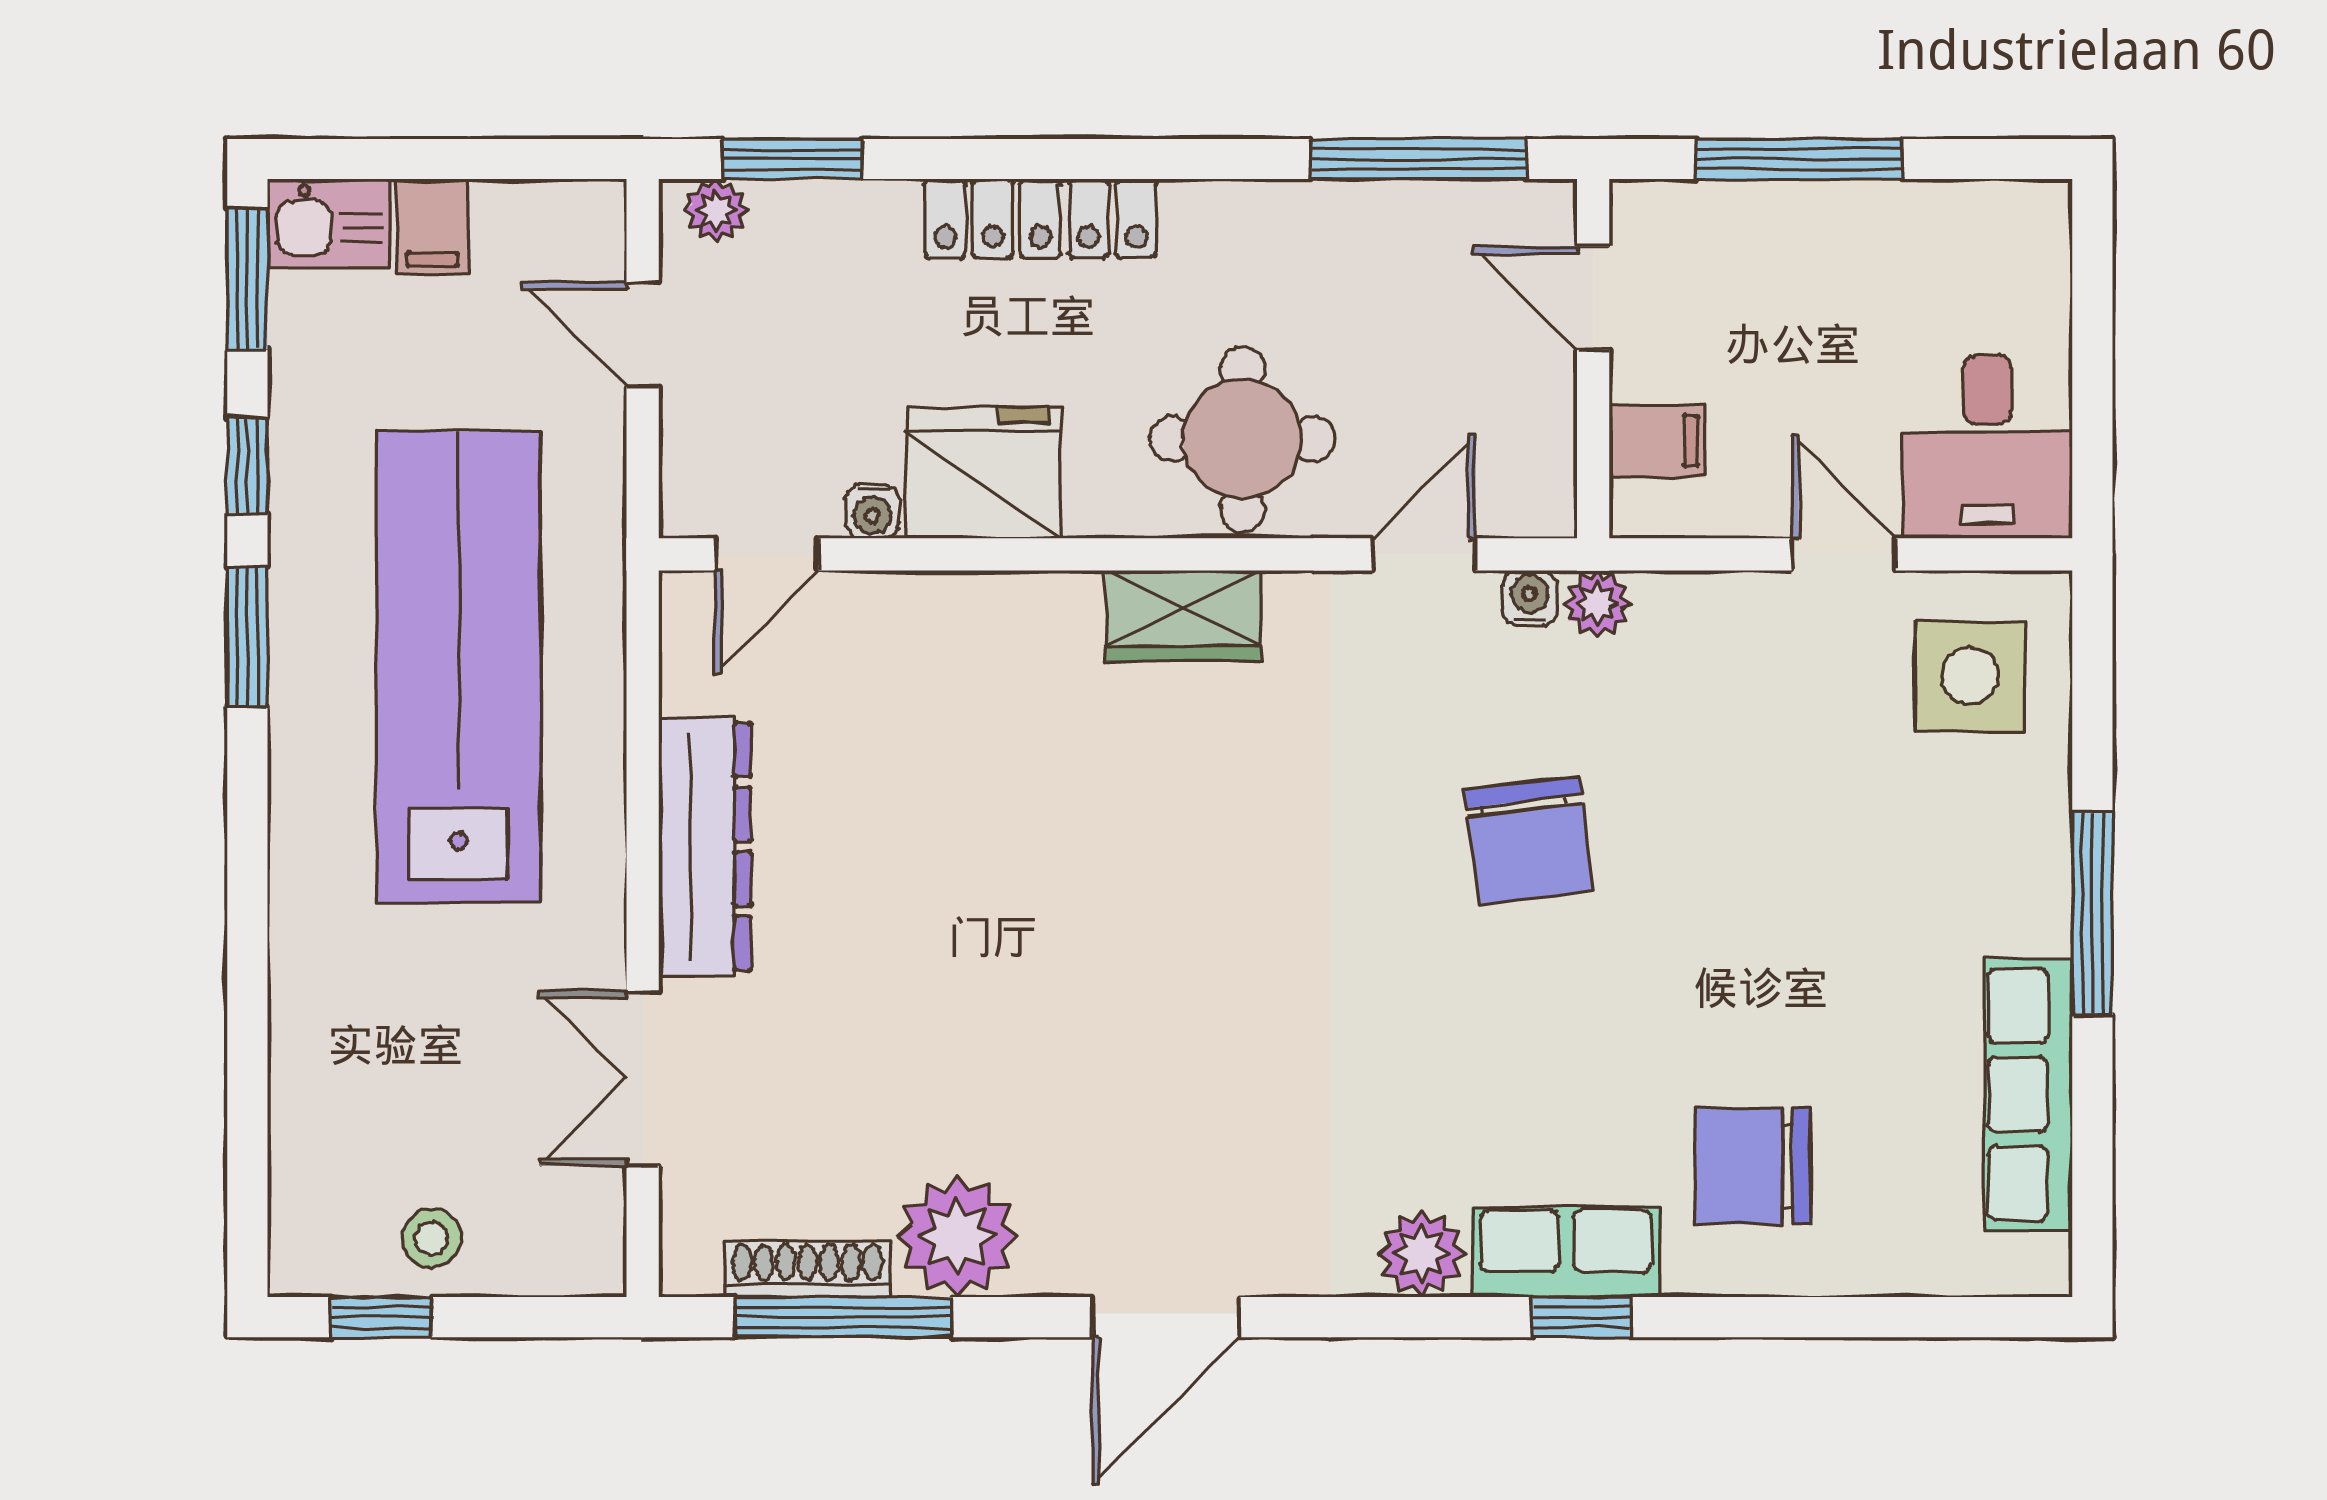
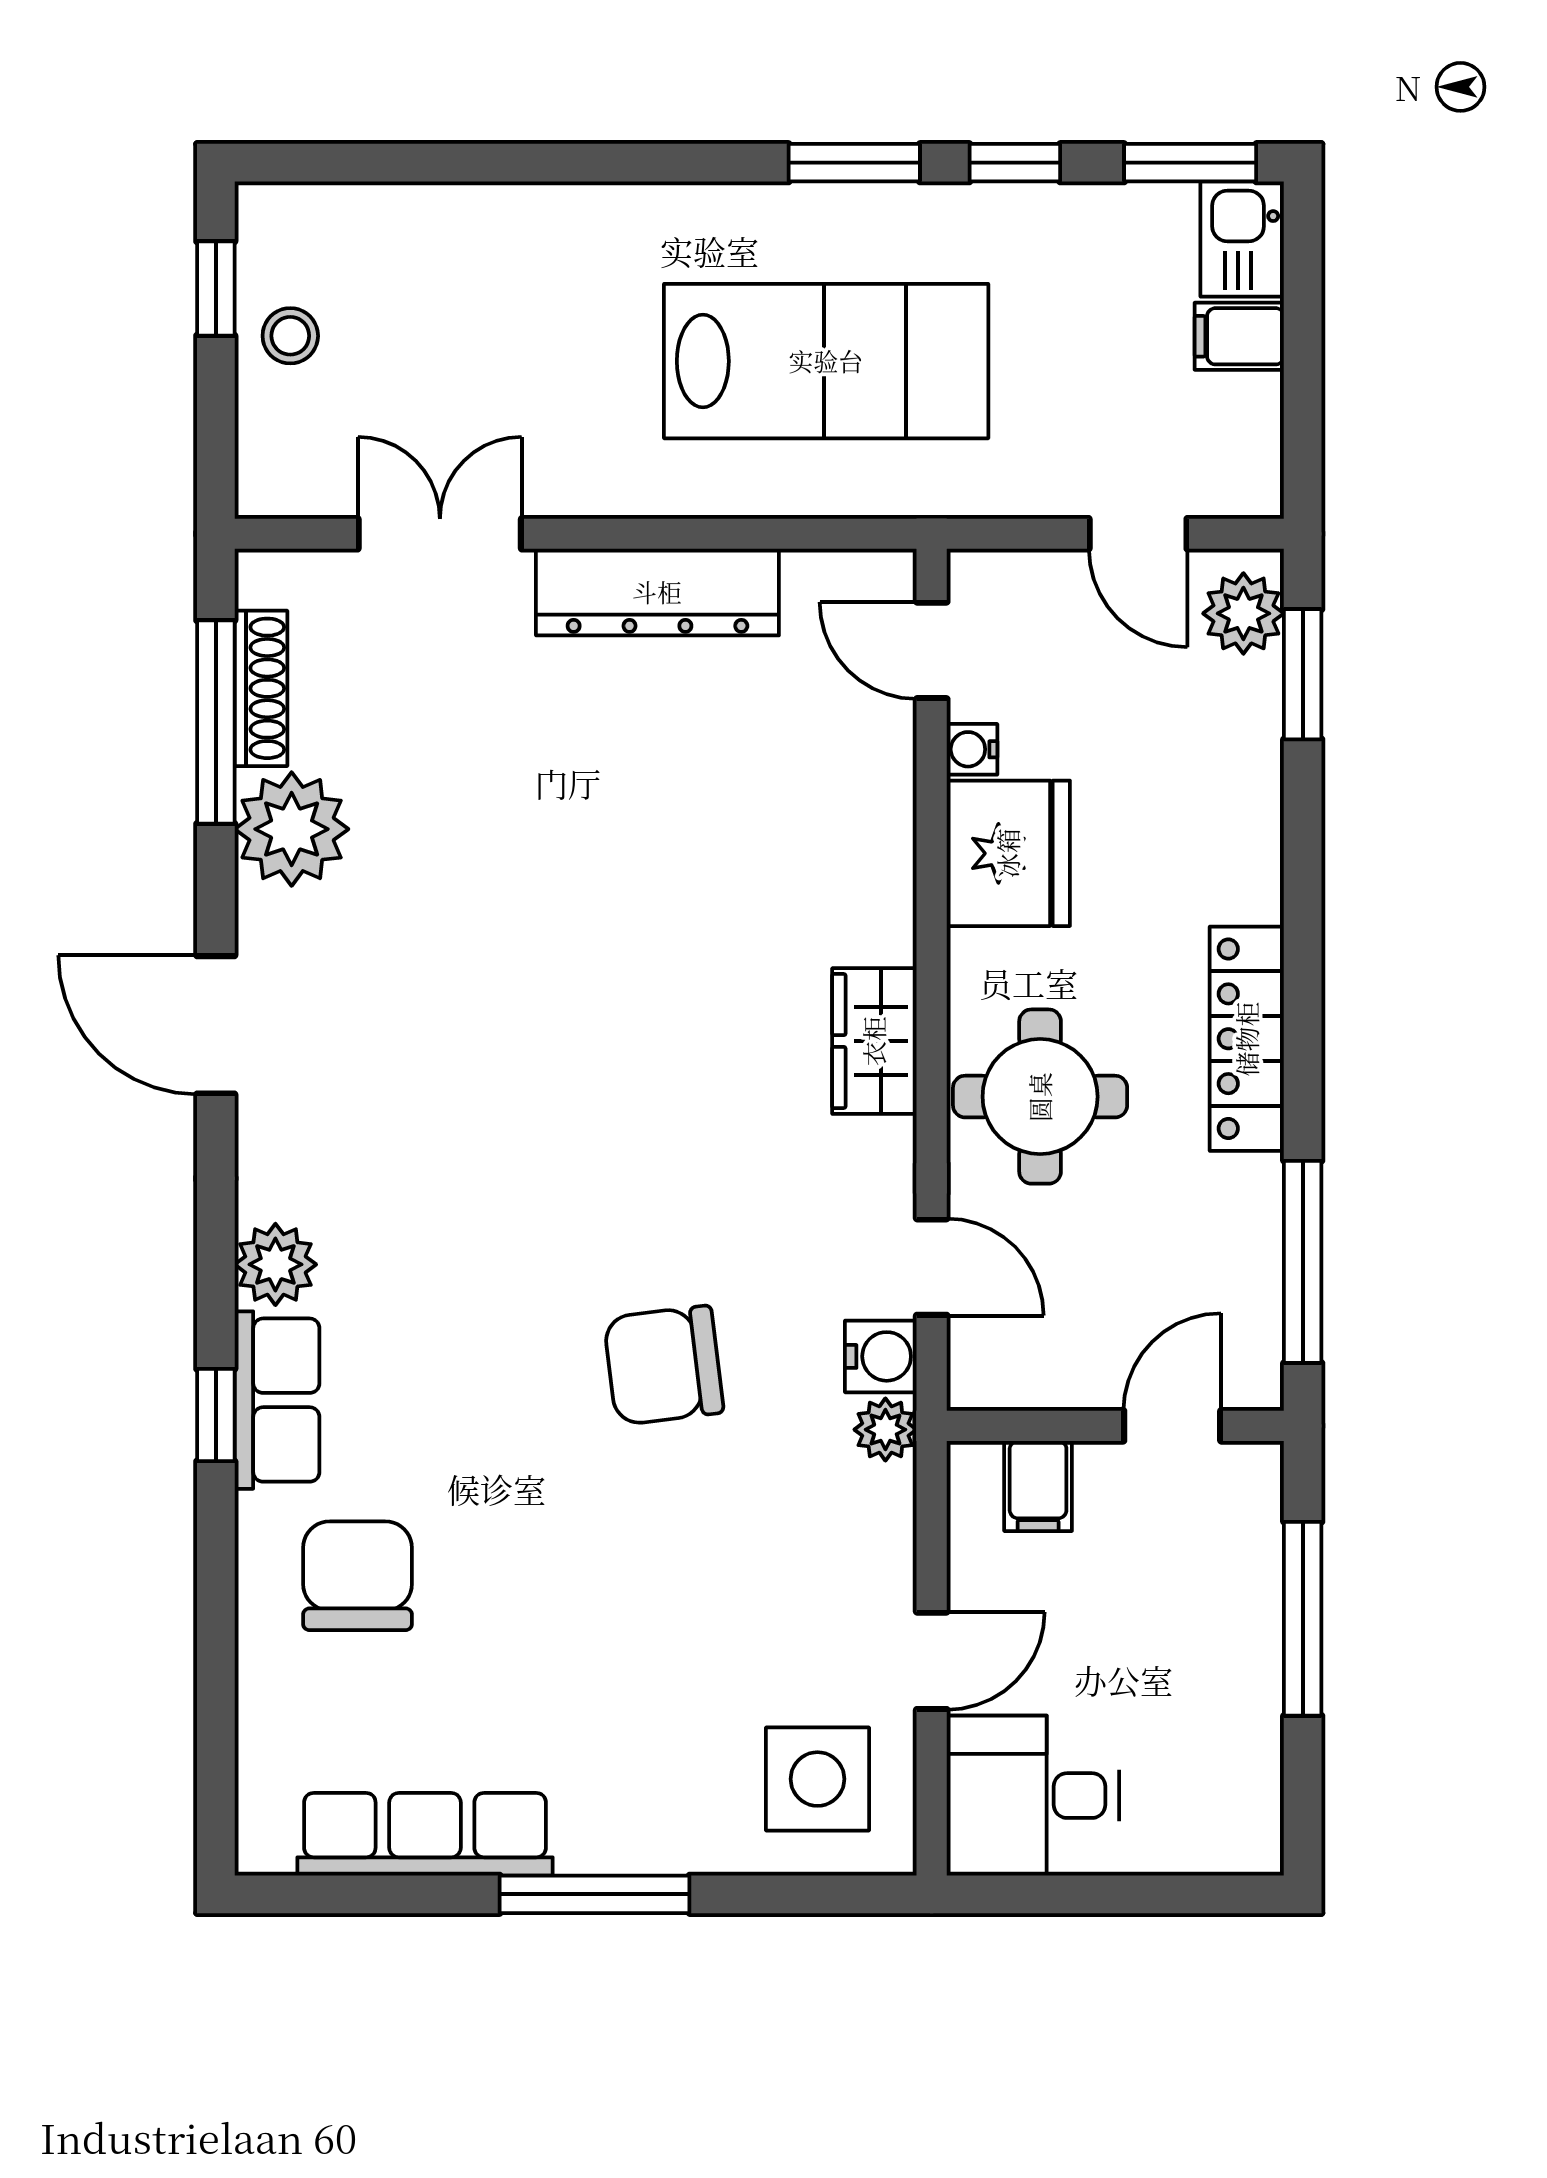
plant: (716, 210) -> (1243, 613), width x1.38, depth x1.38
locker: (1041, 219) -> (1247, 1039), moved
door: (643, 334) -> (1138, 534), swing flipped
water cooler: (1530, 598) -> (881, 1356), width x1.38, depth x1.38
lab bench: (459, 667) -> (826, 361), width x0.73

